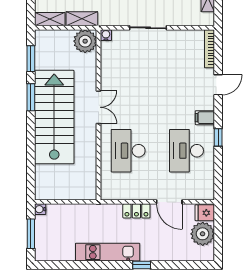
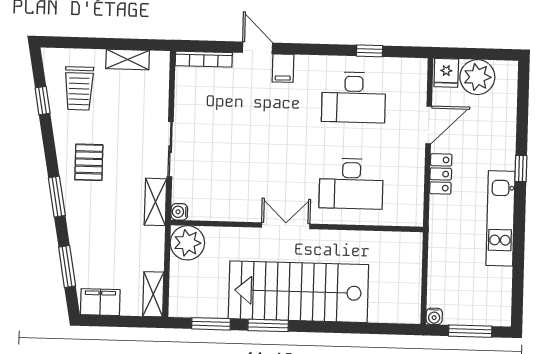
shelving: (82, 19) -> (155, 202), moved
filing cabinet: (205, 118) -> (283, 68), moved
window: (218, 137) -> (370, 51), moved

